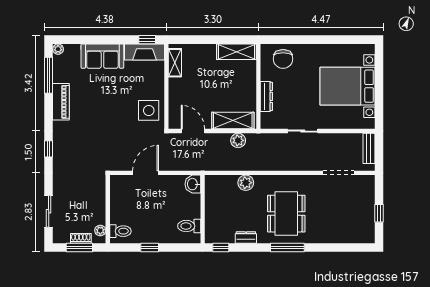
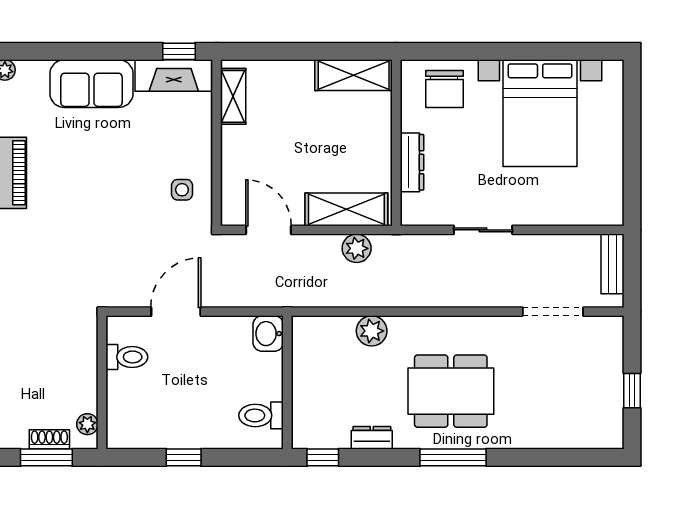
bed with nightstands: (347, 86) -> (540, 113), moved, turned -90
side table: (149, 110) -> (182, 190), width x0.54, depth x0.54
dining table: (286, 214) -> (451, 391), turned 90
toilet: (120, 231) -> (127, 357), moved

